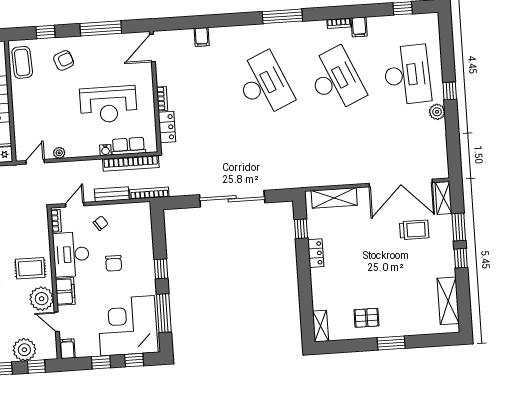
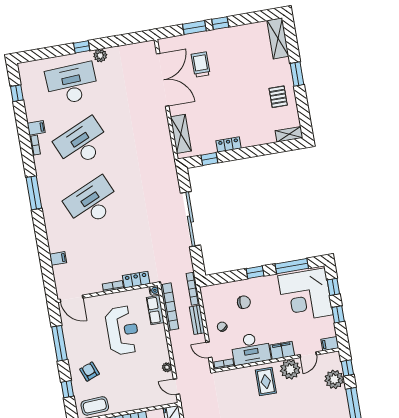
water cooler: (105, 150) -> (154, 290), moved
shelving: (443, 198) -> (171, 43), removed
chair: (114, 263) -> (244, 302), moved
shelving: (448, 301) -> (278, 38), moved, turned 90

